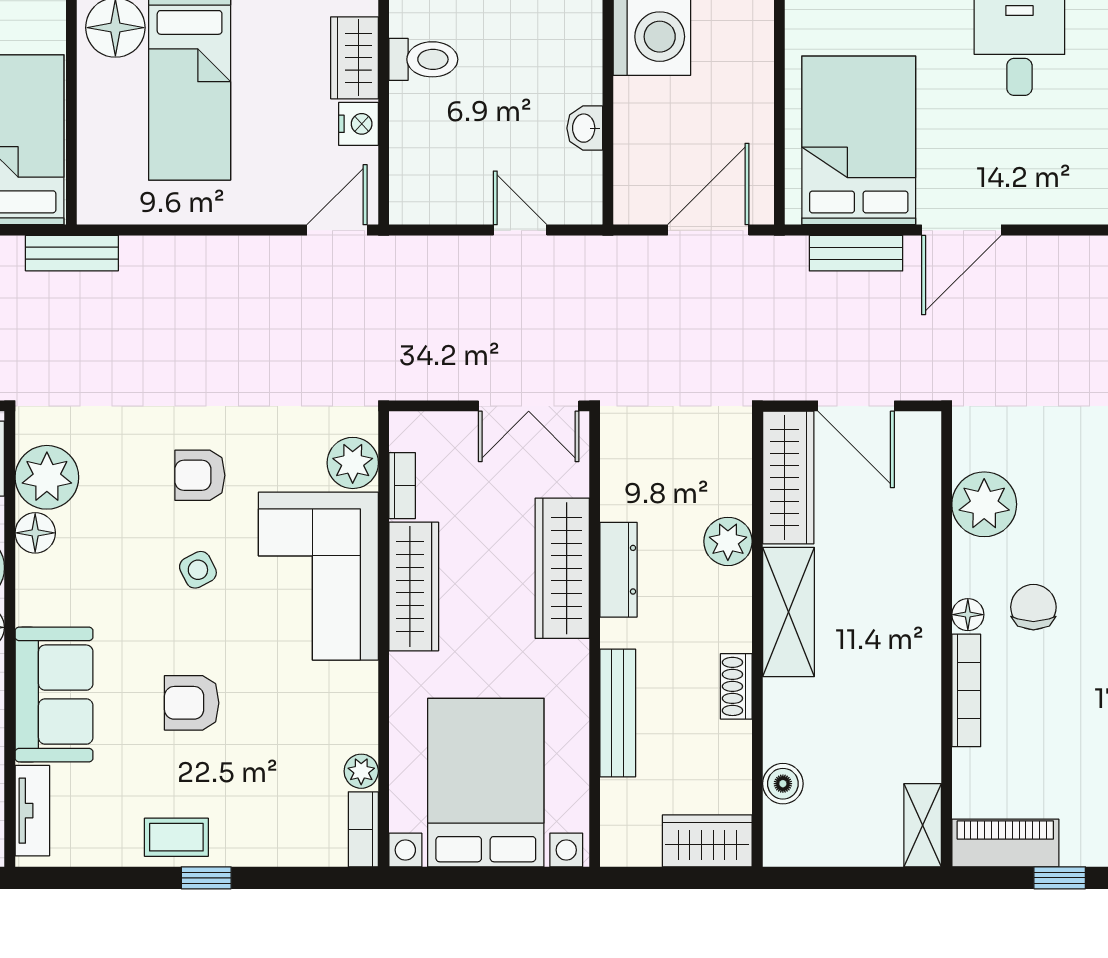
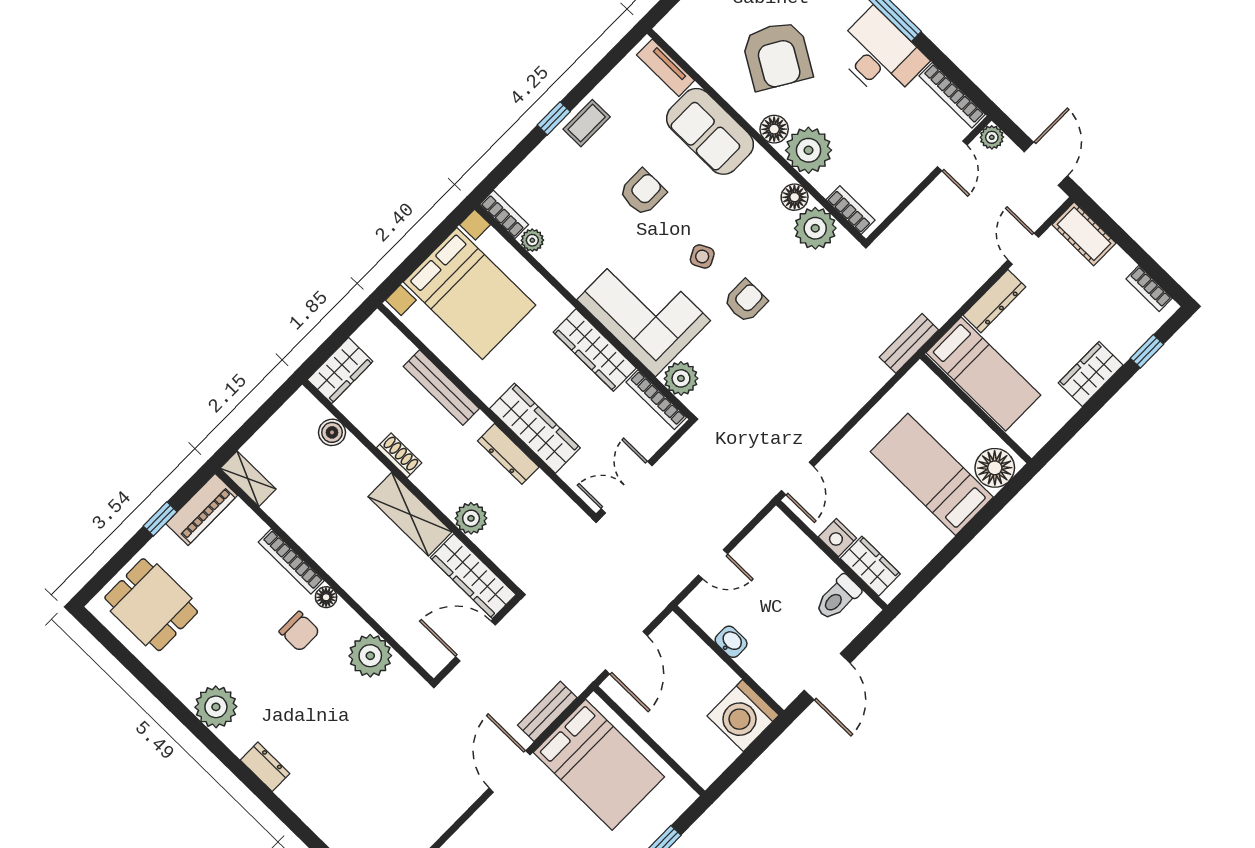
bookcase: (402, 486) -> (656, 400), width x1.56

